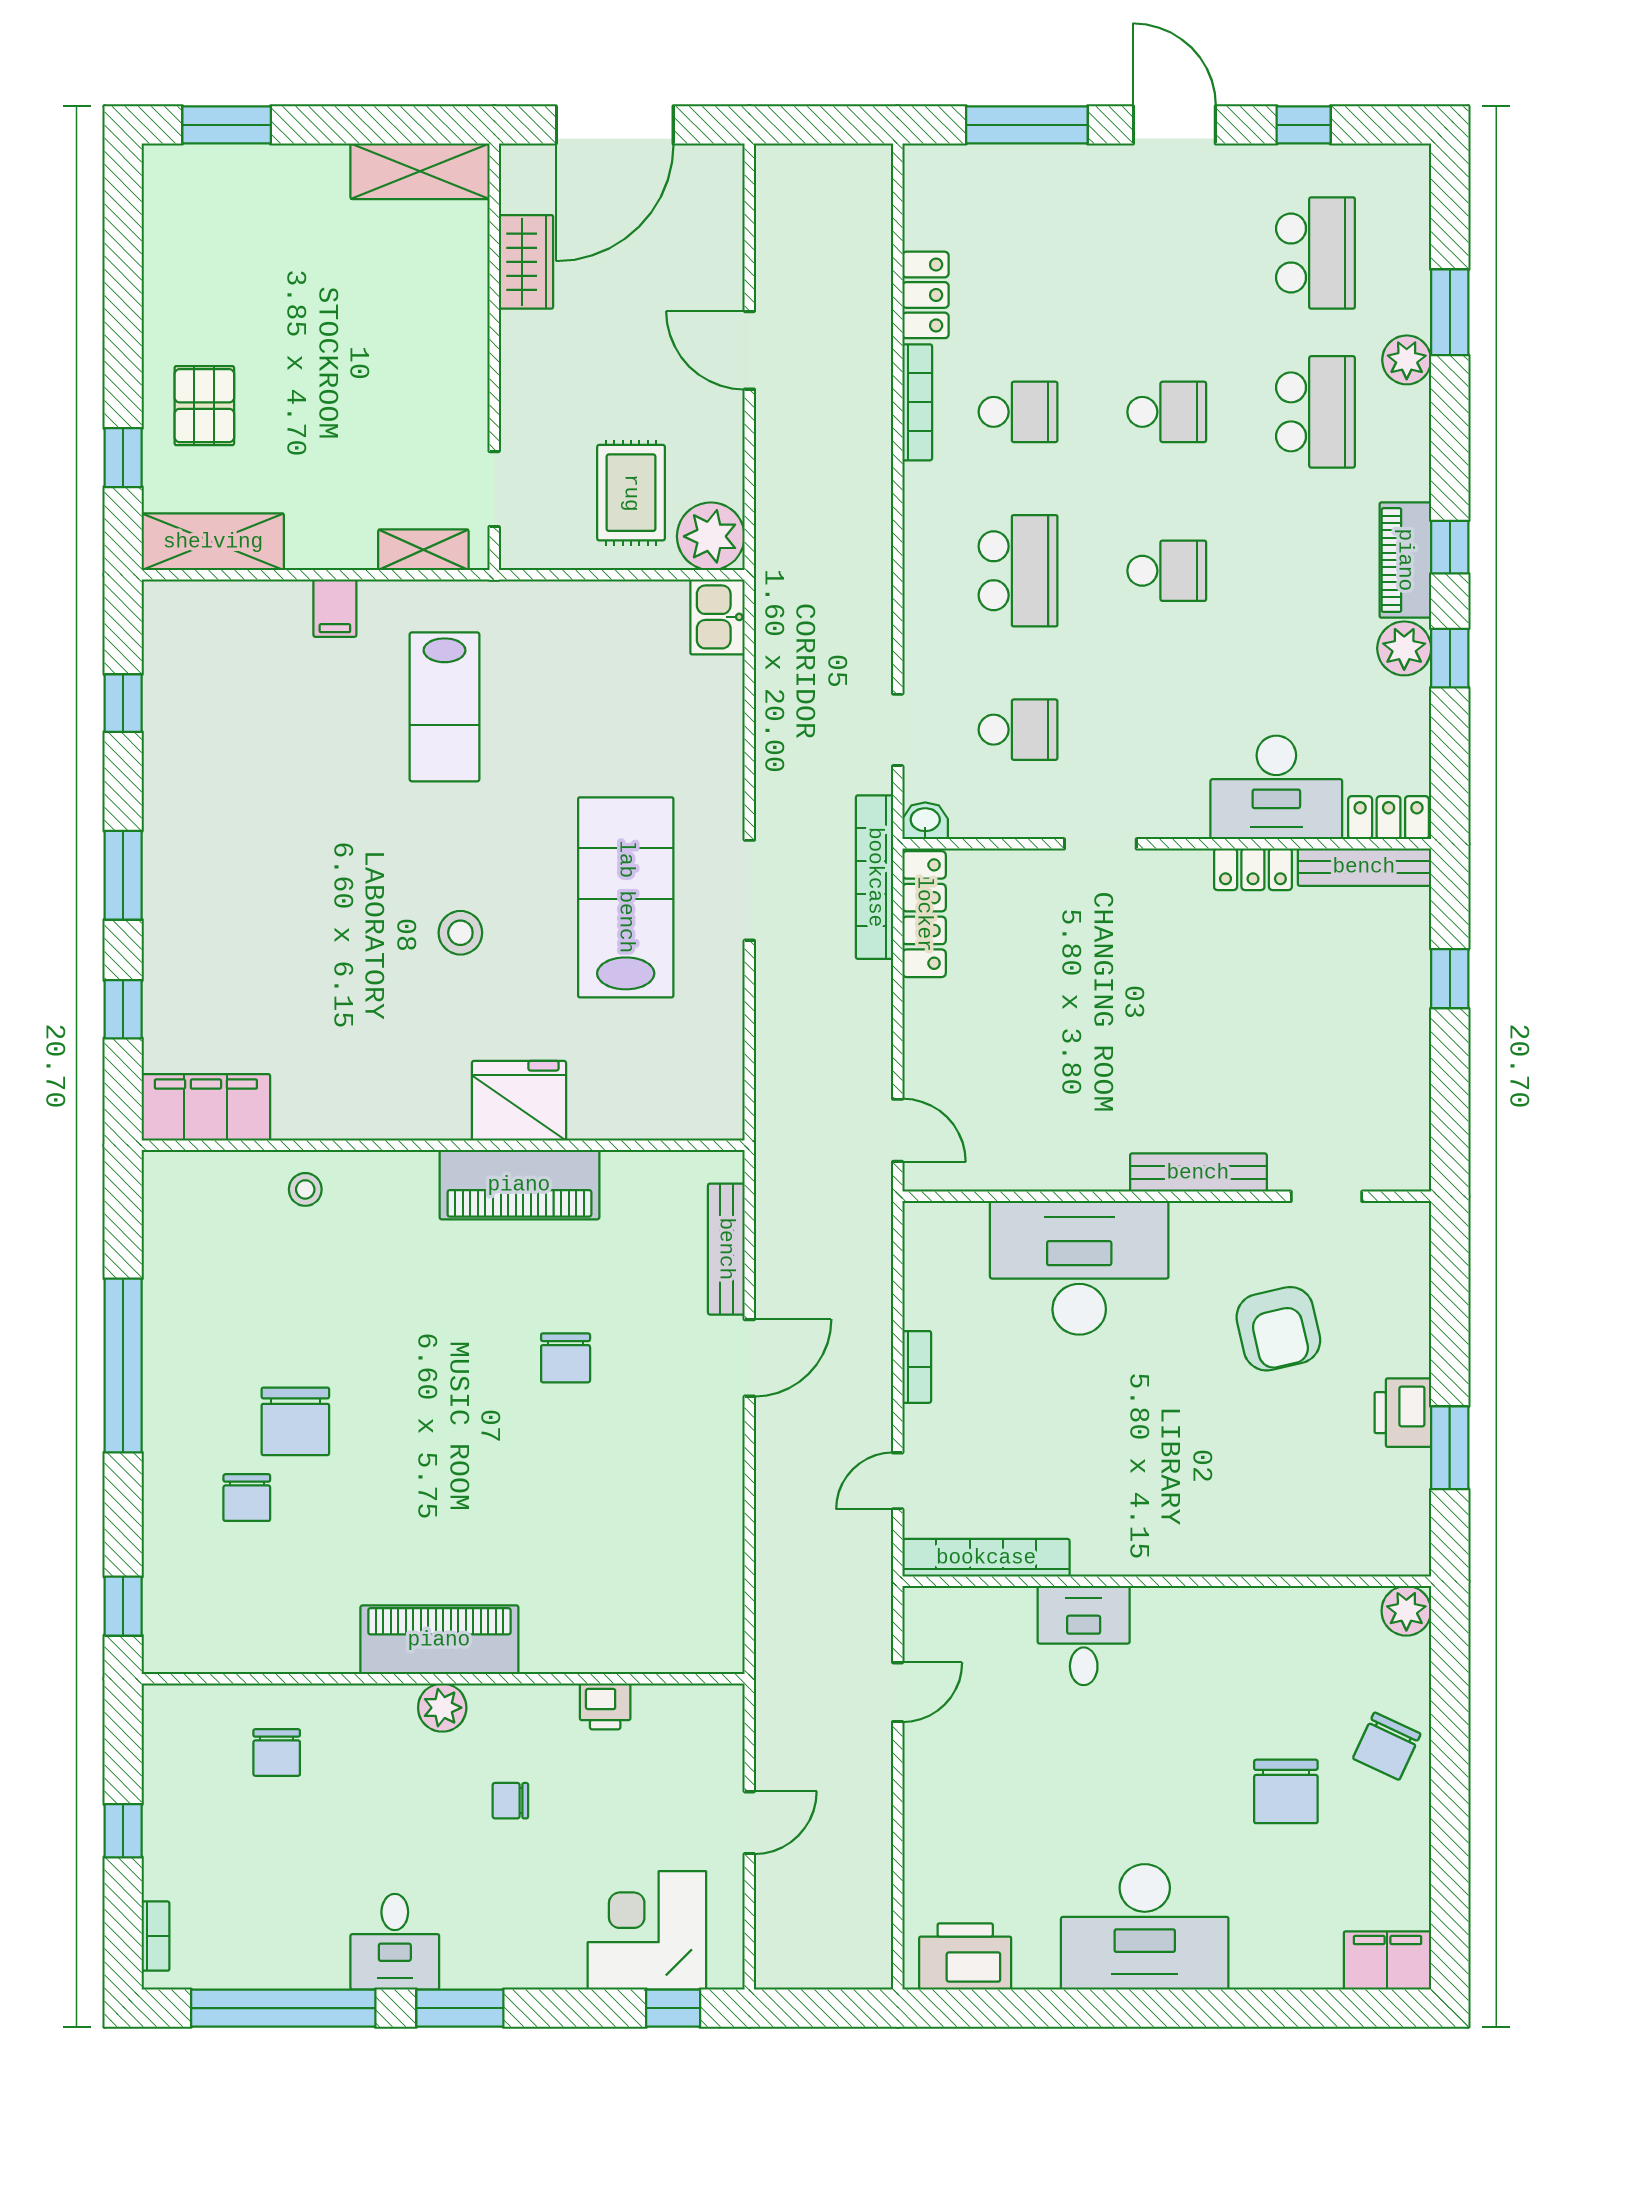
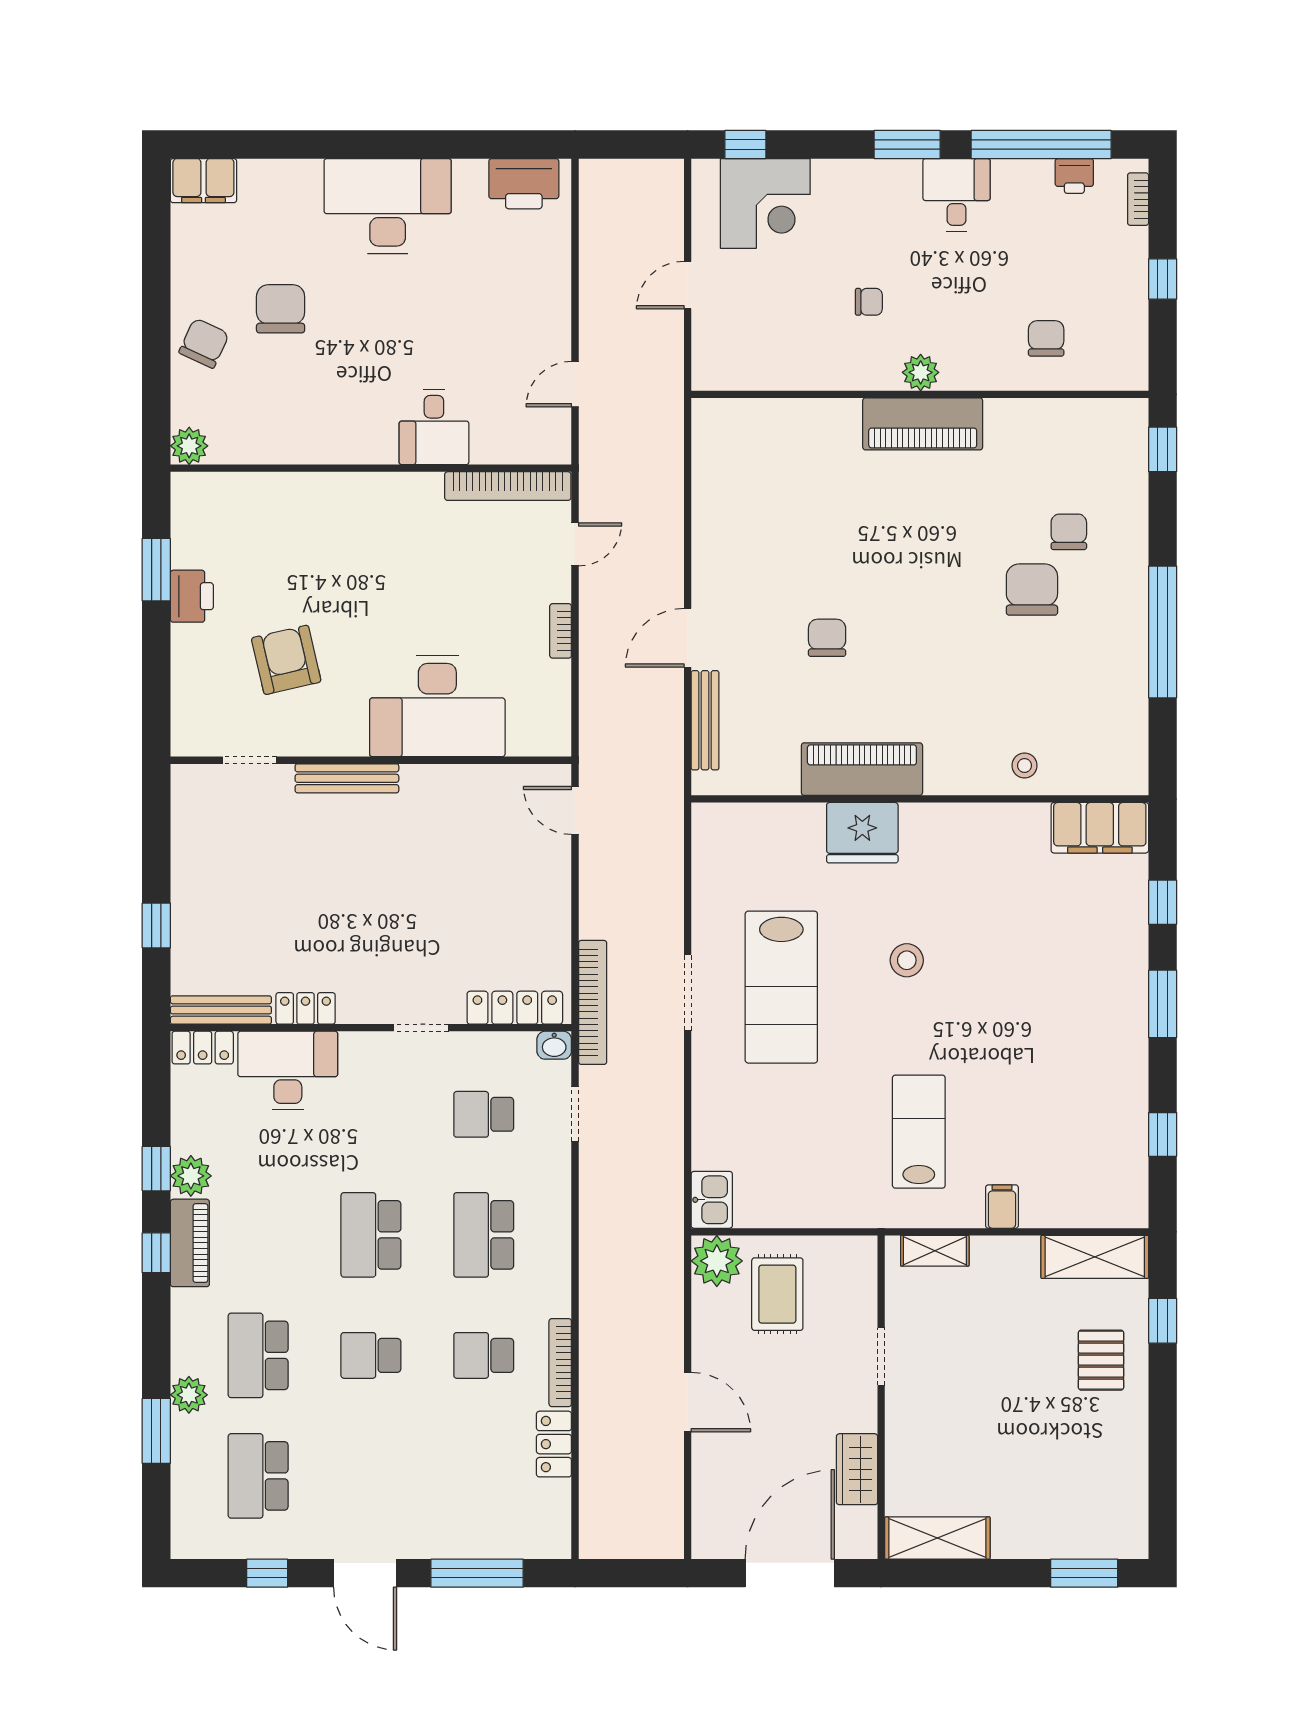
doorway: (494, 489) -> (881, 1357), moved
school desk: (1167, 571) -> (371, 1235), width x1.85
locker: (924, 914) -> (515, 1008), moved, turned 90
printer: (605, 1706) -> (1074, 176), moved, turned 180

